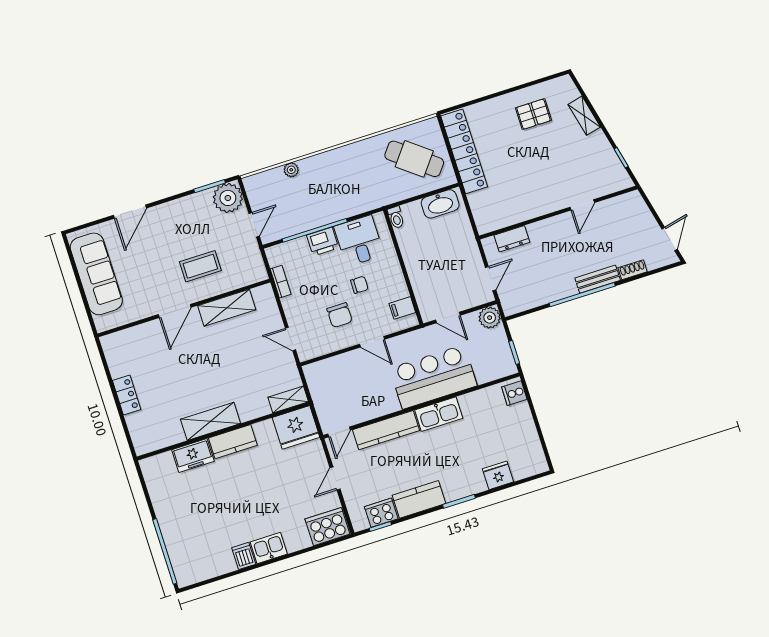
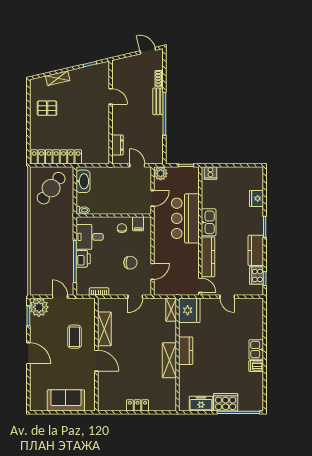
pallet: (533, 114) -> (47, 108), turned 90
plant: (291, 170) -> (34, 264), removed
door: (130, 212) -> (28, 353), moved
sofa: (96, 274) -> (66, 400), width x0.73
chair: (359, 285) -> (122, 228), moved
door: (372, 342) -> (152, 271), moved
freezer: (193, 455) -> (201, 404), moved, turned -90
cooker: (327, 527) -> (226, 402), moved, turned 90

